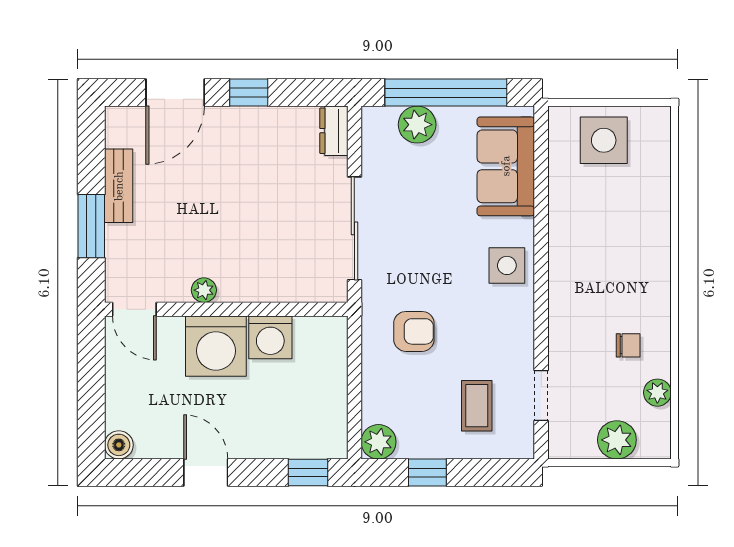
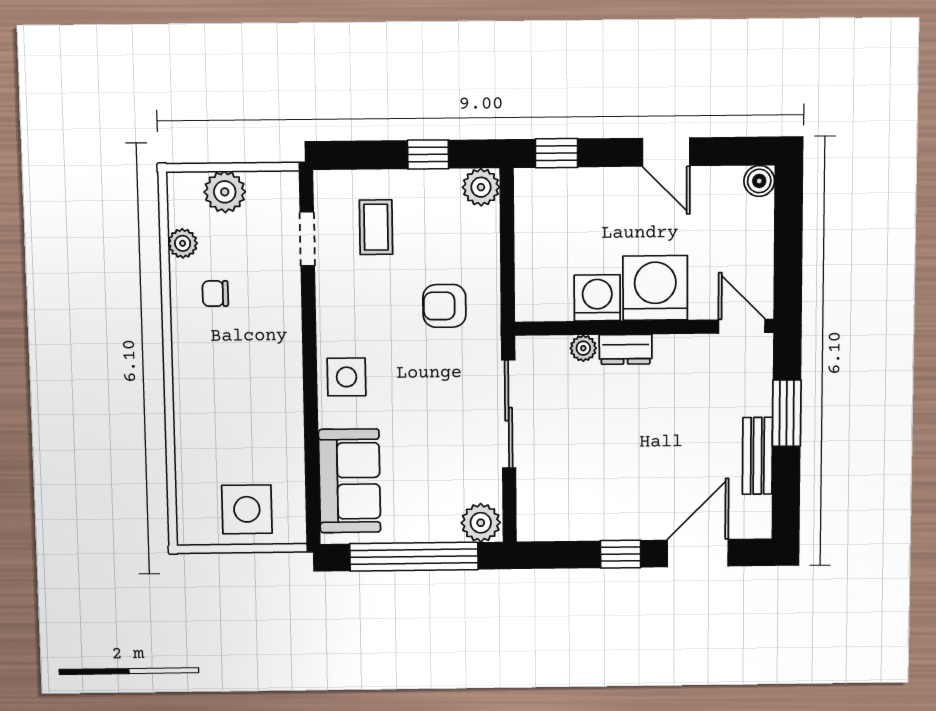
plant: (417, 125) -> (481, 523), moved
dresser: (334, 131) -> (626, 349), moved, turned 90
plant: (204, 290) -> (583, 348), moved

